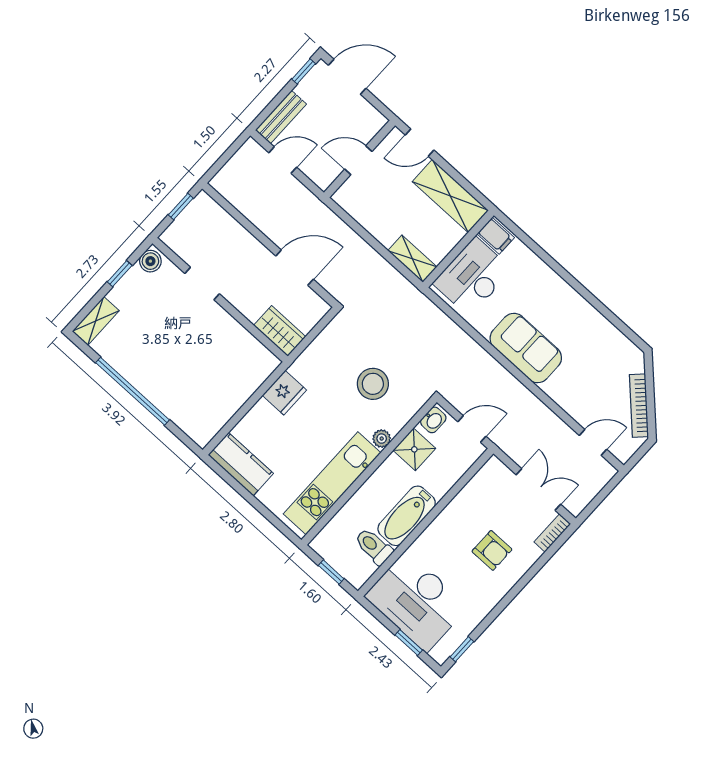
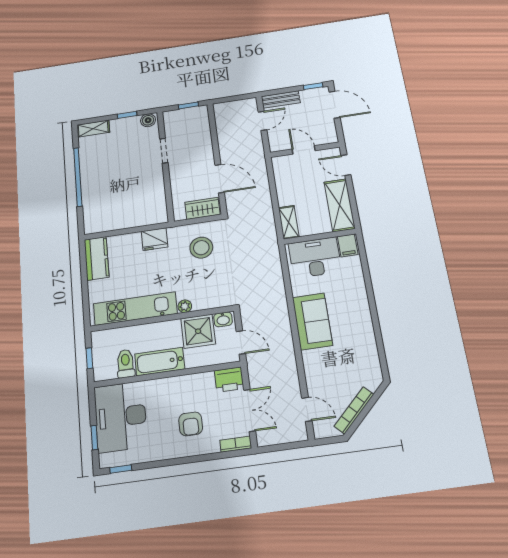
door: (283, 160) -> (263, 121), hinge flipped
wardrobe: (280, 331) -> (202, 208), moved, turned -90
stool: (373, 384) -> (201, 248), moved
shower: (414, 449) -> (198, 331), width x1.36, depth x1.36
printer: (492, 476) -> (229, 380), added

